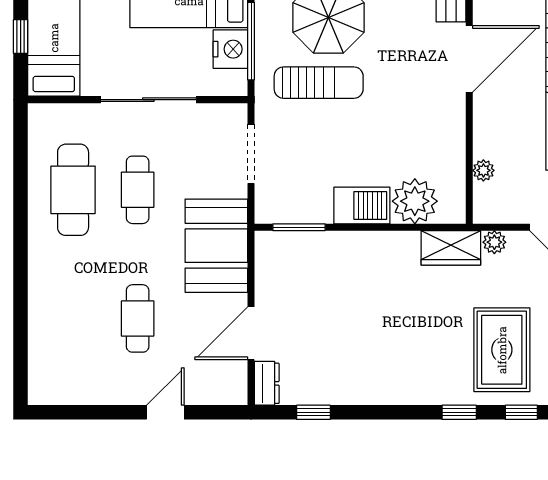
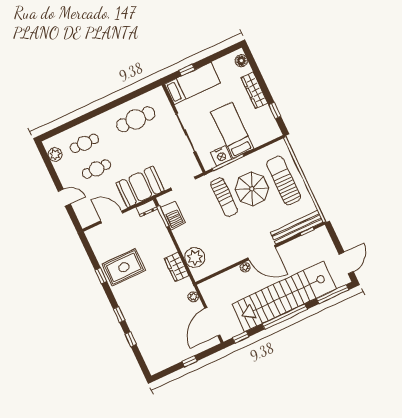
plant: (483, 170) -> (245, 267), moved
cafe table: (138, 190) -> (84, 143), moved
barbecue: (362, 205) -> (173, 215), moved
wardrobe: (451, 248) -> (177, 267), moved
rug: (502, 350) -> (124, 267), moved
dresser: (267, 383) -> (147, 208), moved
plant: (68, 390) -> (55, 155), added
window: (313, 412) -> (101, 276), moved

